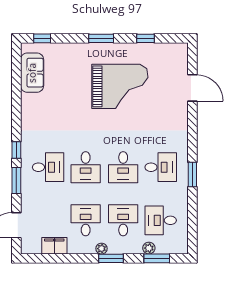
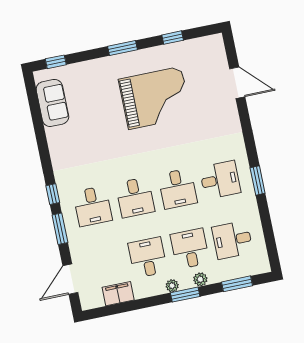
desk: (48, 167) -> (93, 206), turned 90
plant: (149, 248) -> (200, 279), moved

